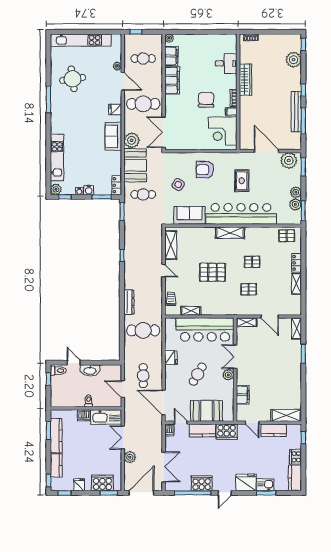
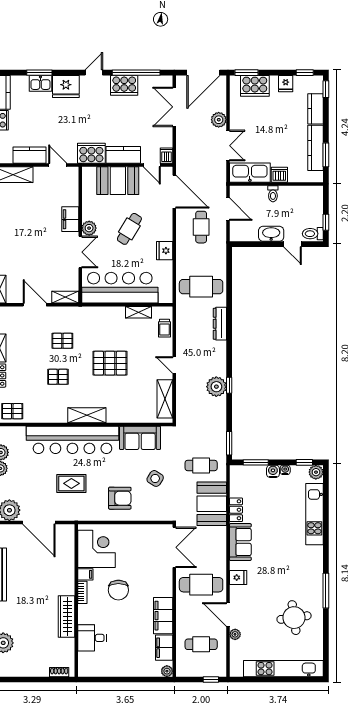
plant: (132, 140) -> (216, 387), moved
rug: (242, 181) -> (71, 483), turned 90
locker: (117, 185) -> (236, 510), moved
filing cabinet: (243, 395) -> (70, 219), moved

